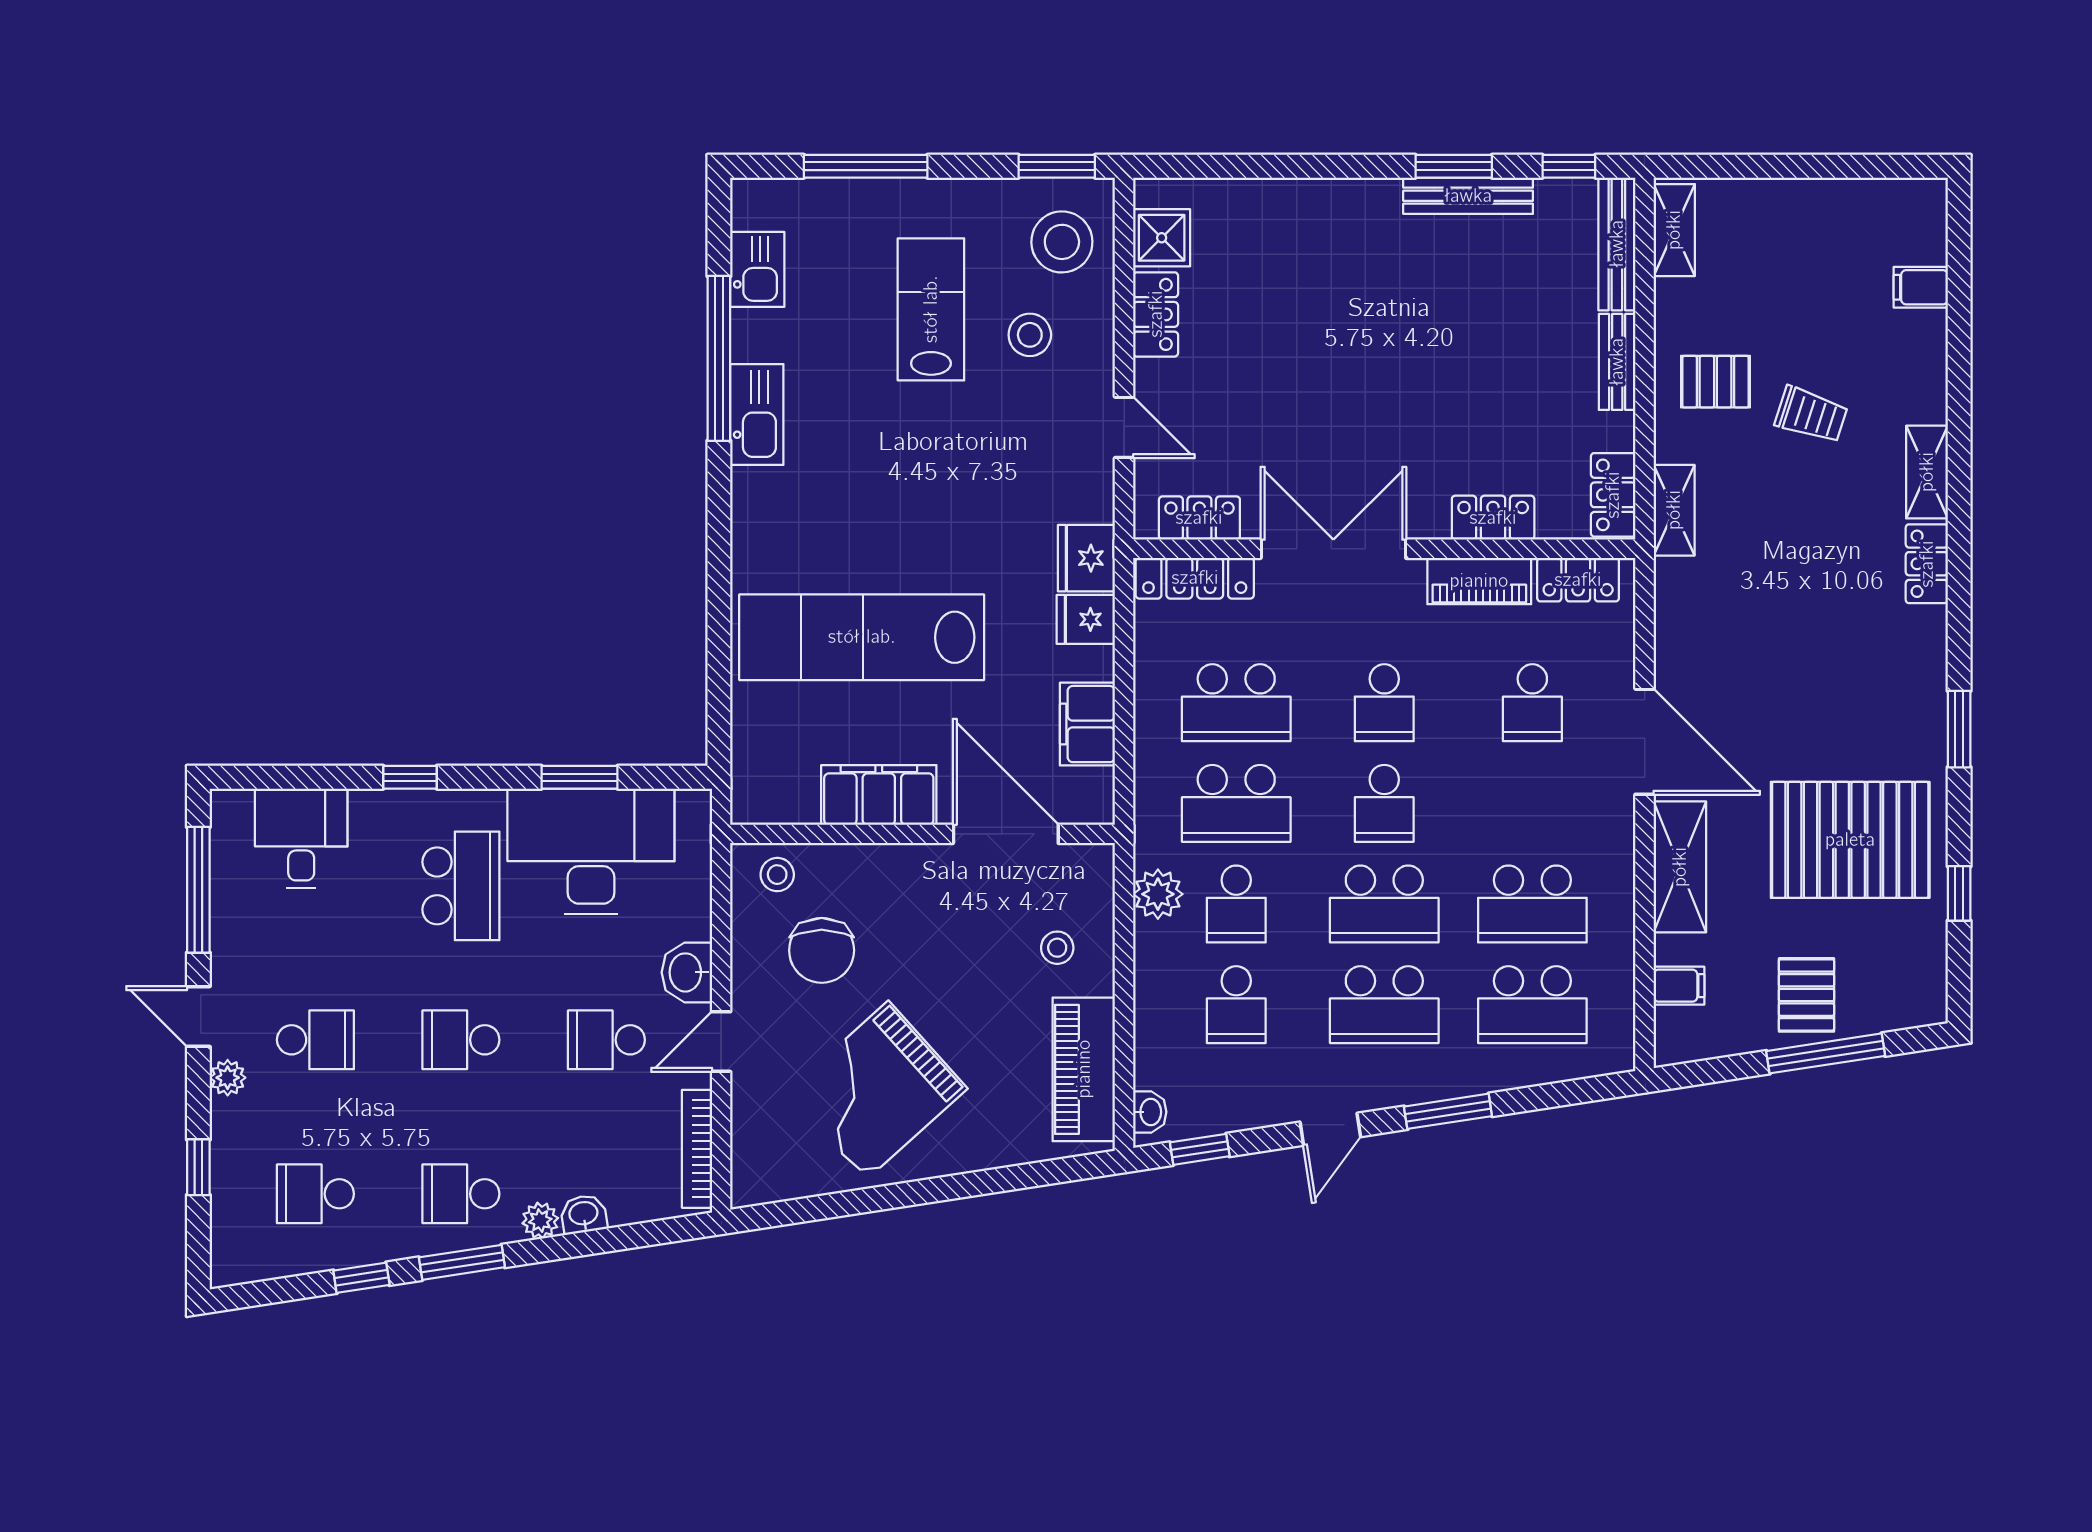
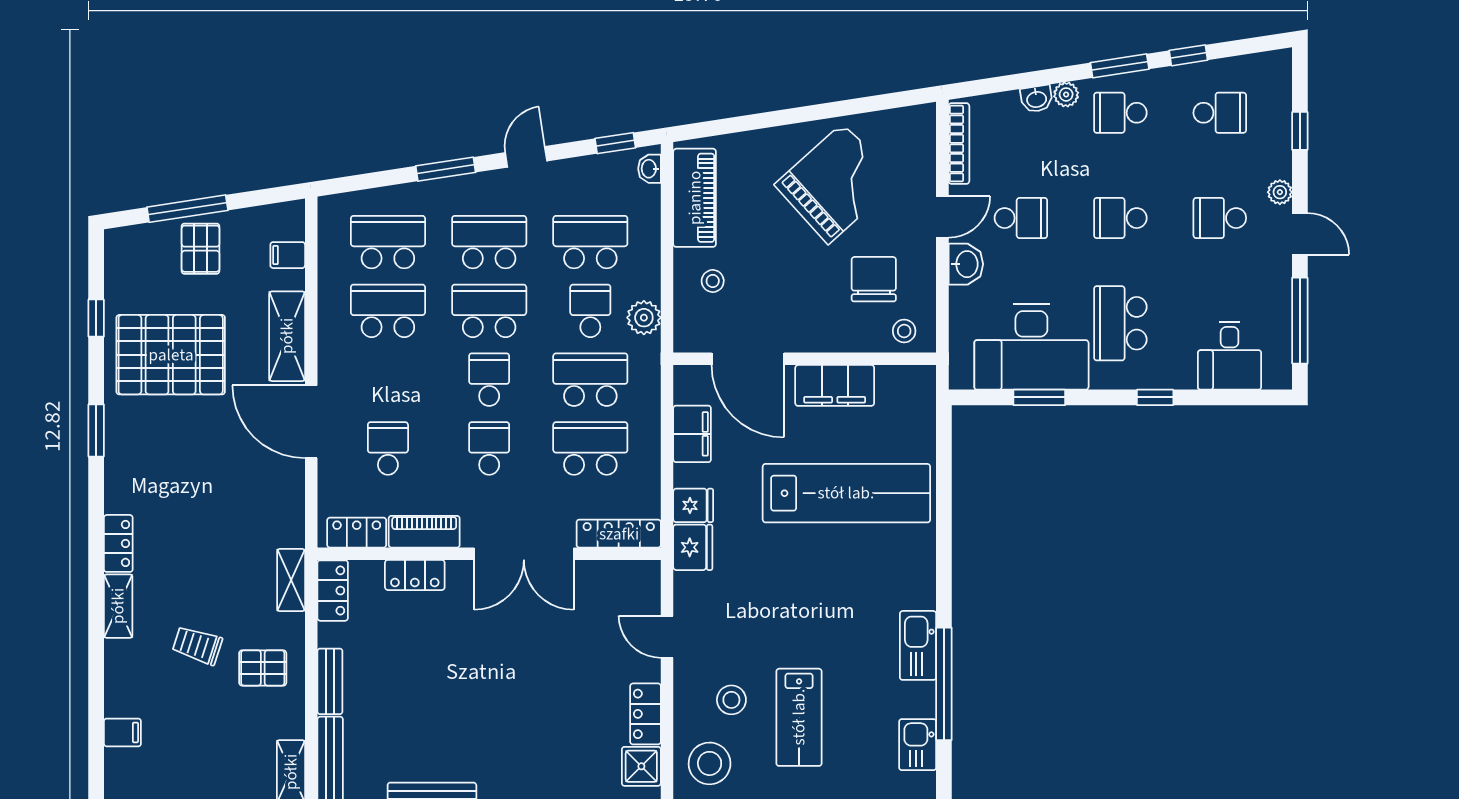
locker: (1199, 518) -> (615, 575), removed
school desk: (1236, 1005) -> (590, 242), width x1.85
school desk: (461, 1040) -> (1120, 218), turned 180
school desk: (461, 1194) -> (1120, 113), turned 180

